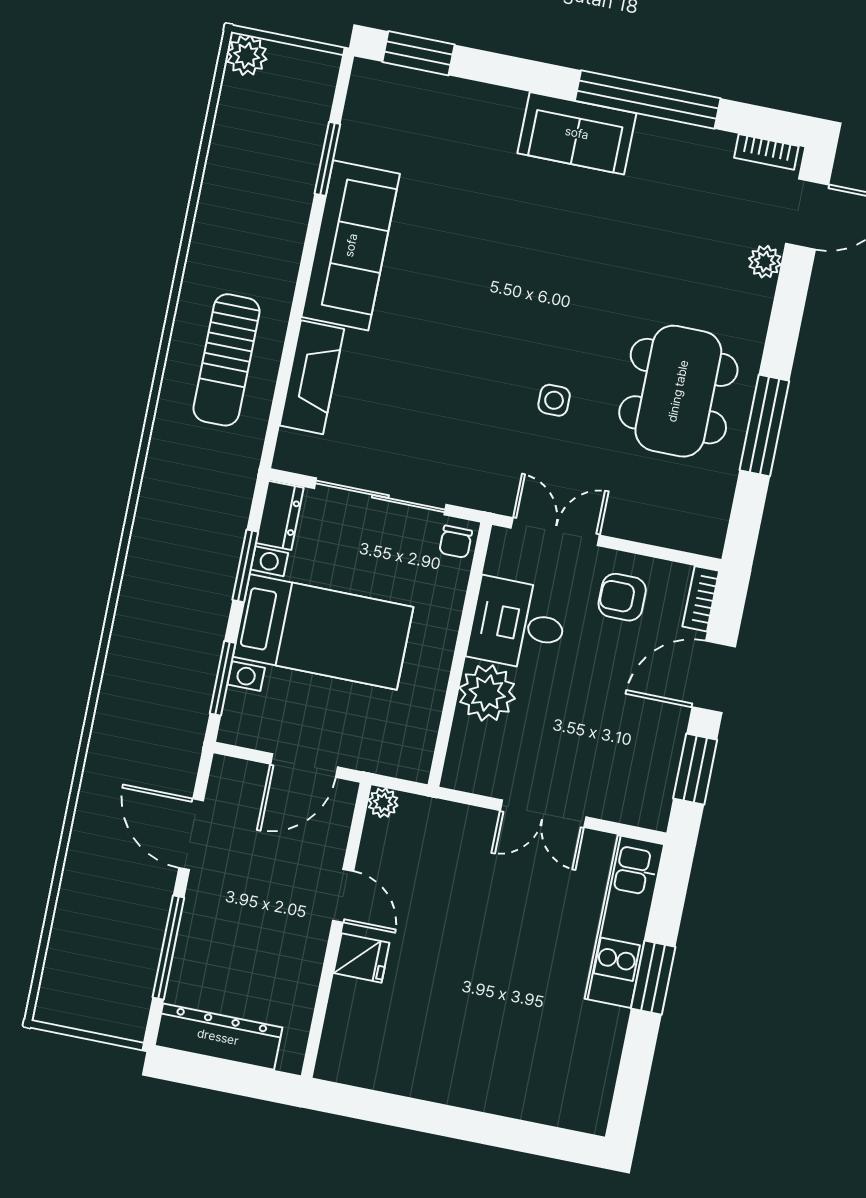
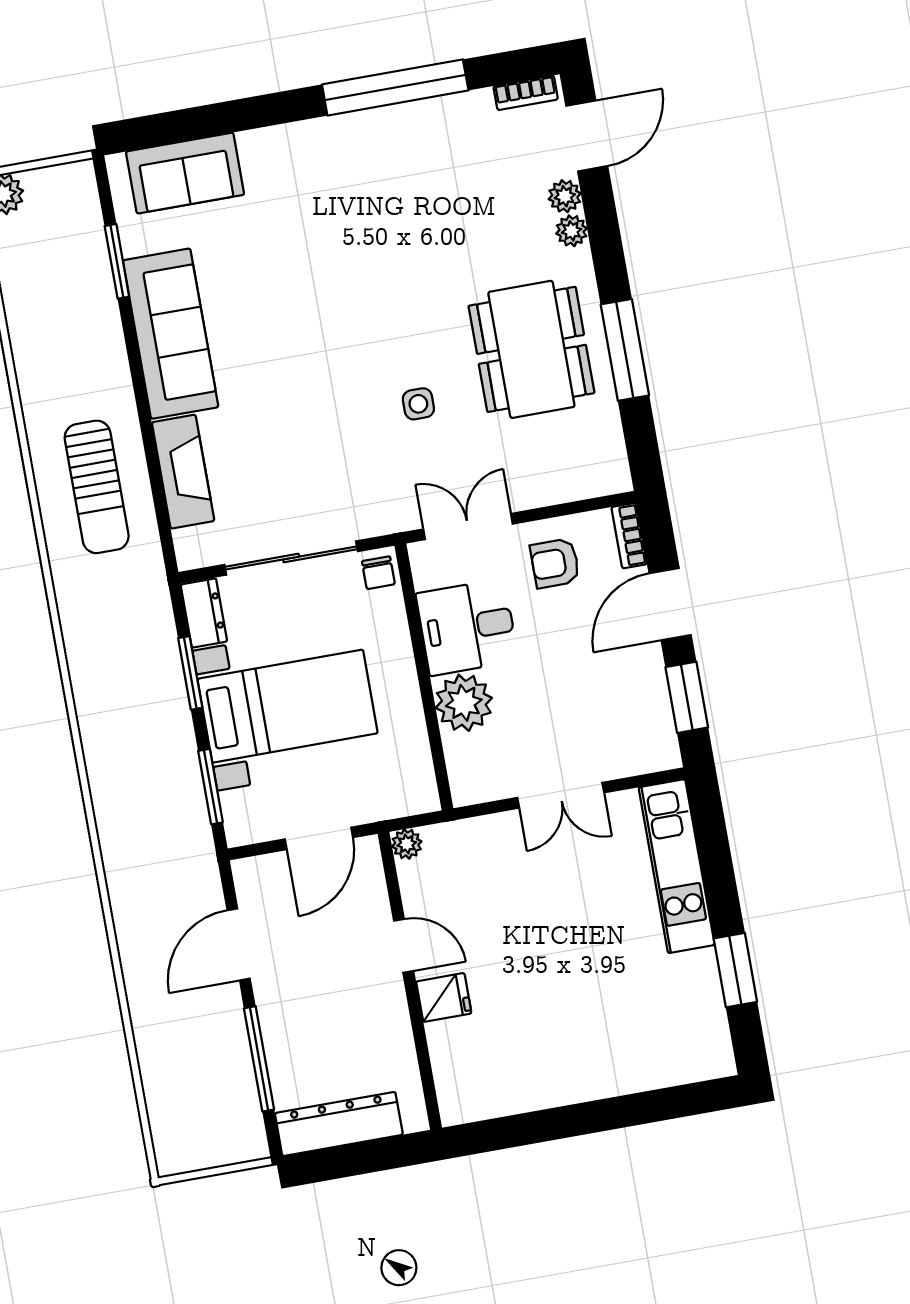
window: (418, 53) -> (163, 129), removed
sofa: (577, 133) -> (185, 173), moved
plant: (759, 296) -> (572, 231), added
door: (191, 834) -> (239, 944), hinge flipped
window: (653, 978) -> (735, 970), moved

